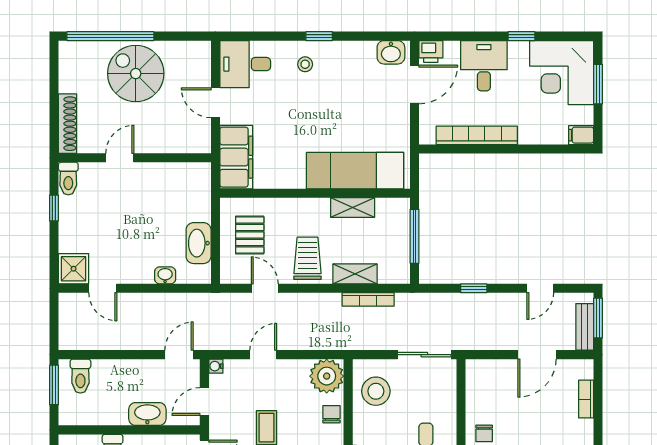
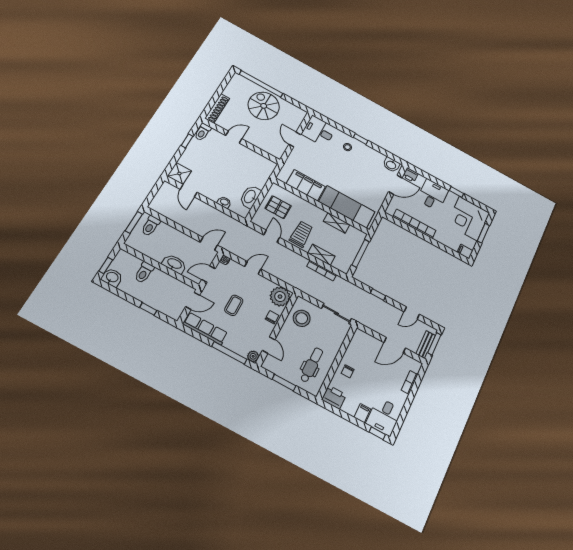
filing cabinet: (236, 157) -> (306, 185), moved, turned -90
pallet: (250, 235) -> (278, 207), turned 90

